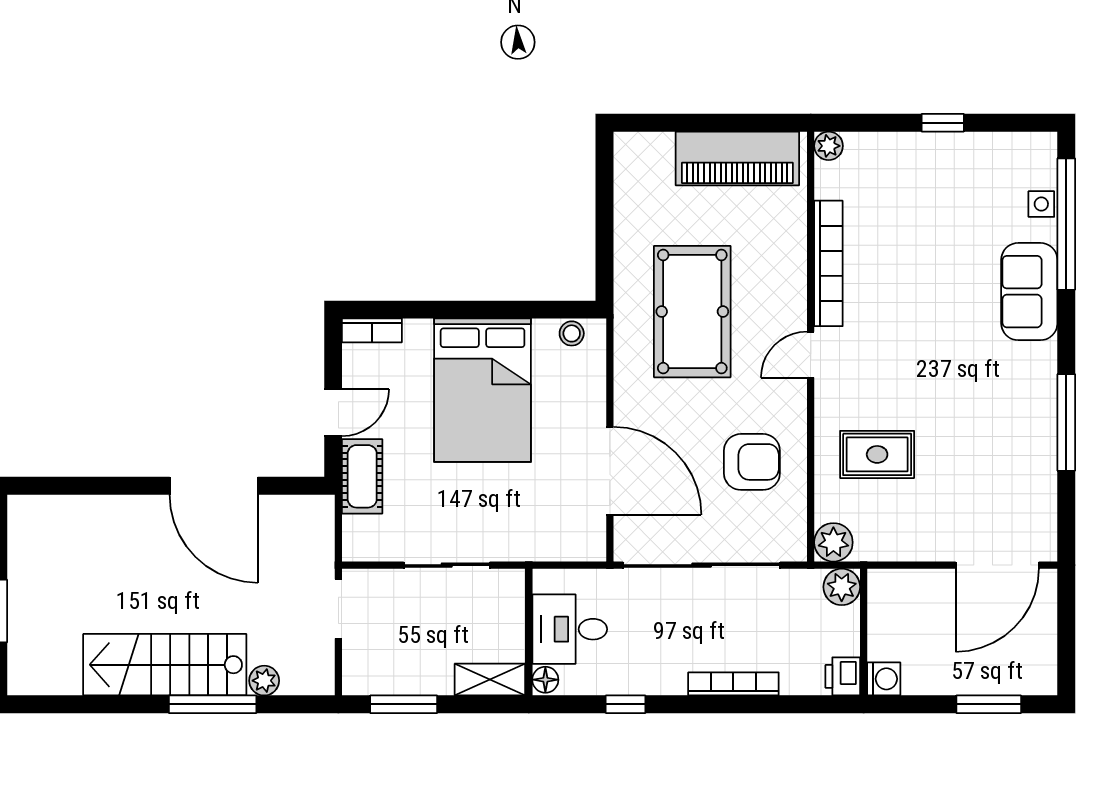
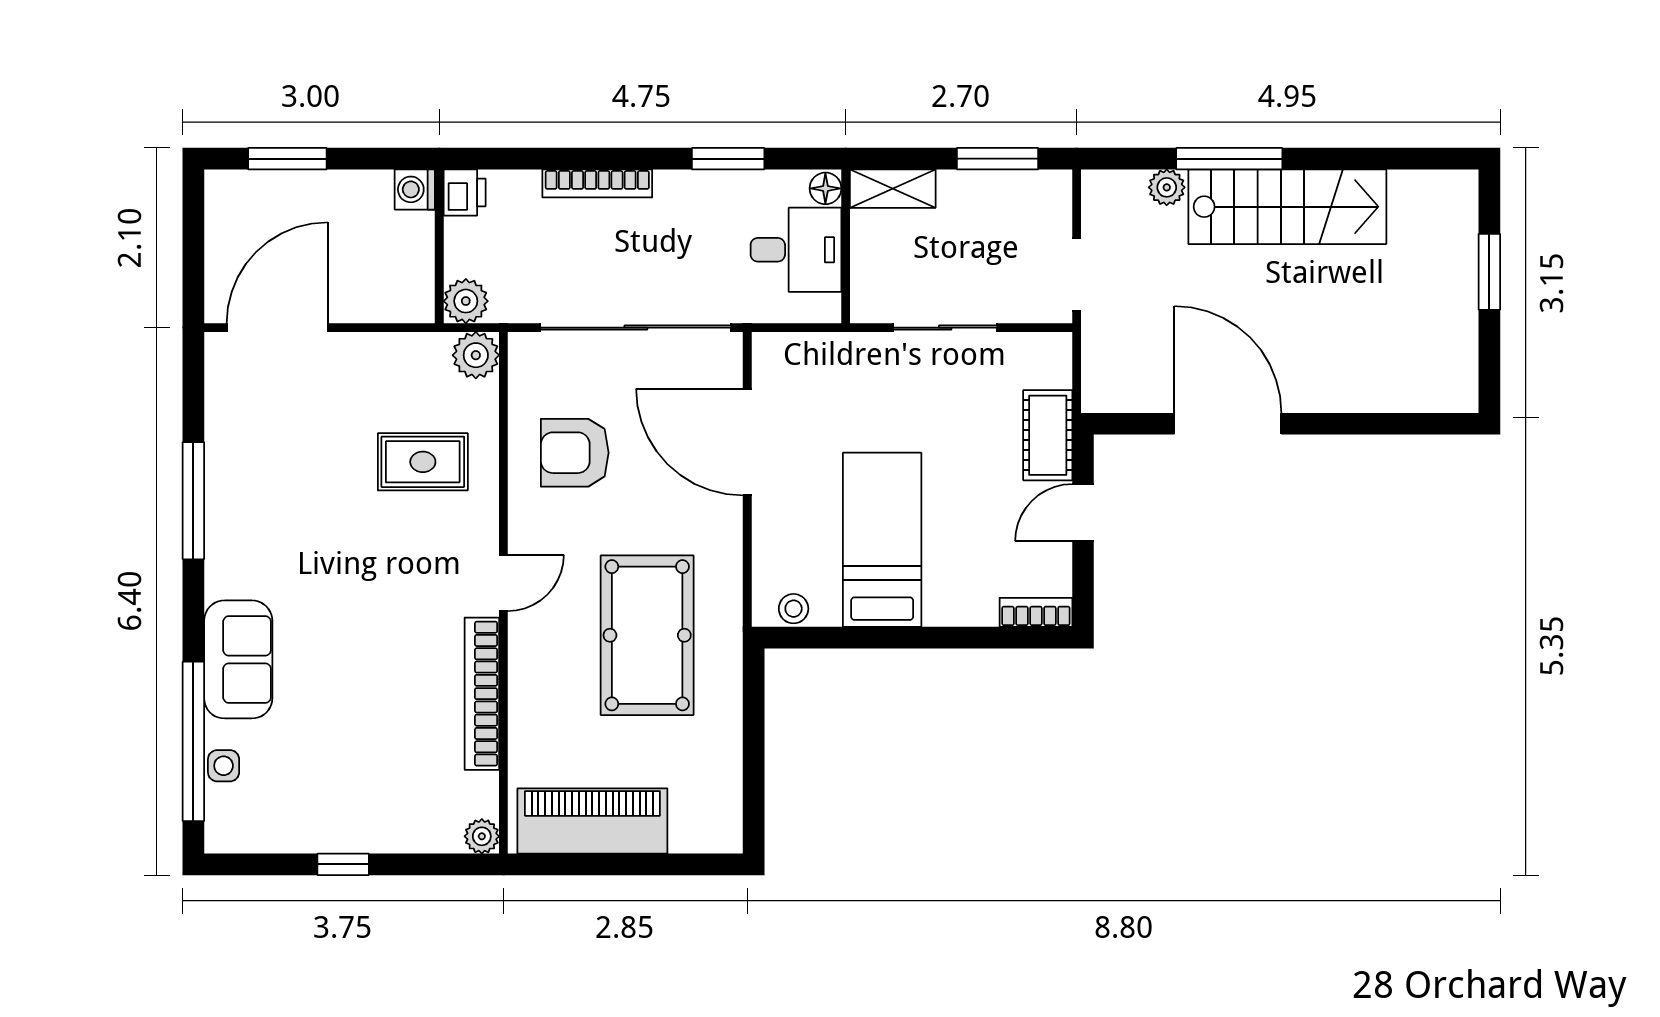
bed: (483, 390) -> (882, 540), width x0.67
window: (626, 704) -> (728, 159), width x1.50

